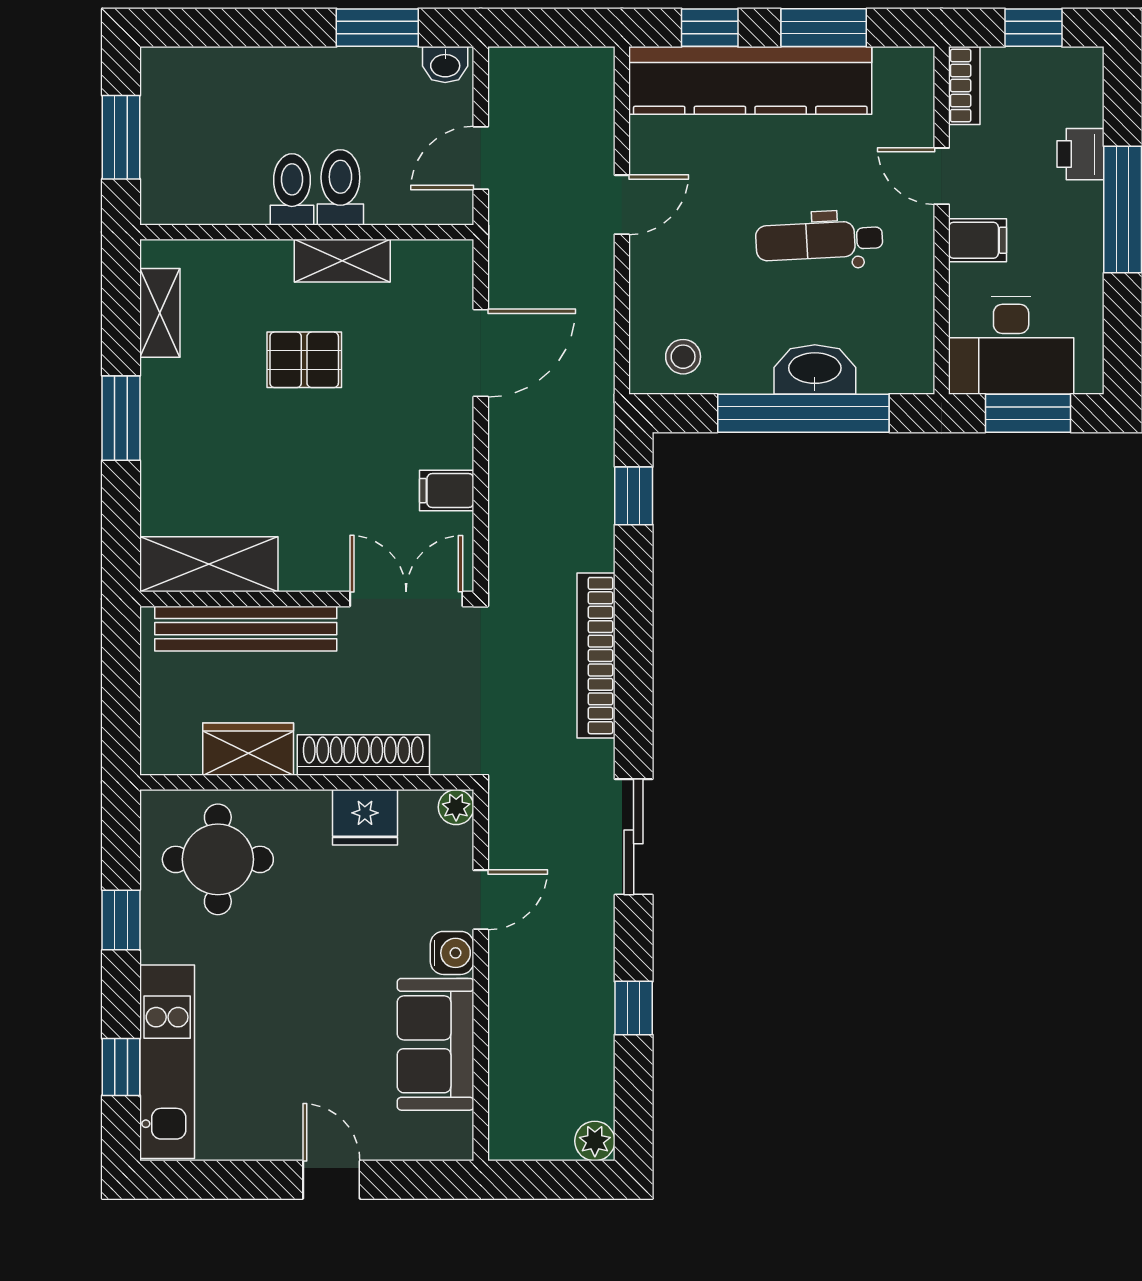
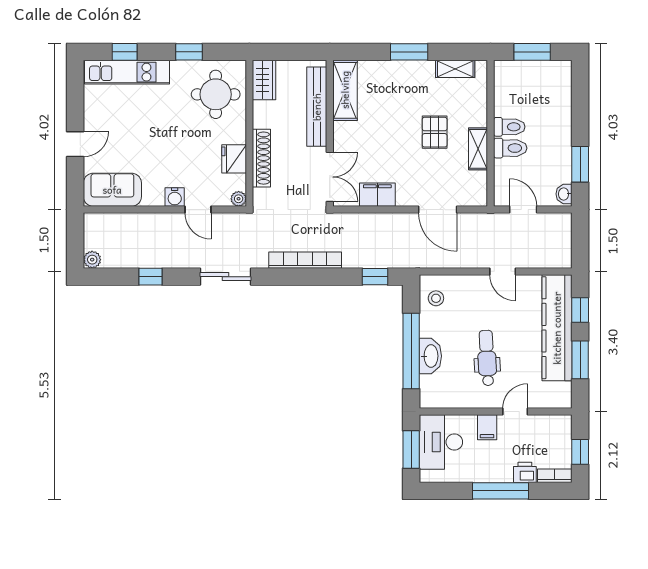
bookcase: (964, 86) -> (555, 476), moved, turned 180
filing cabinet: (447, 491) -> (377, 195), width x2.00
wardrobe: (248, 749) -> (264, 80), moved
sofa: (436, 1044) -> (112, 190), moved

